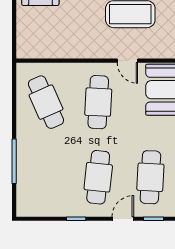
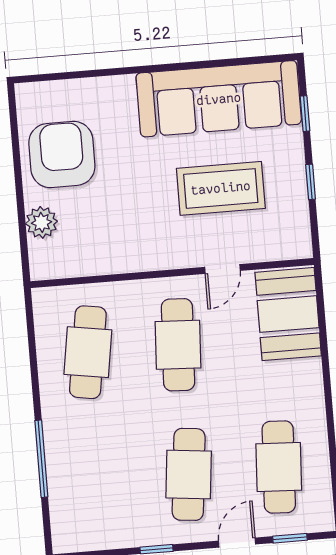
plant: (25, 25) -> (41, 222), added
door: (127, 61) -> (222, 269), hinge flipped
cafe table: (46, 102) -> (88, 352), turned 33

